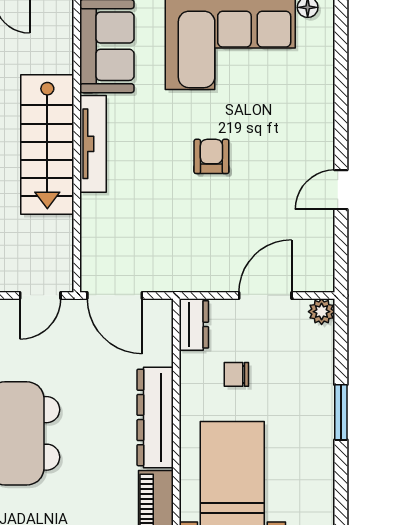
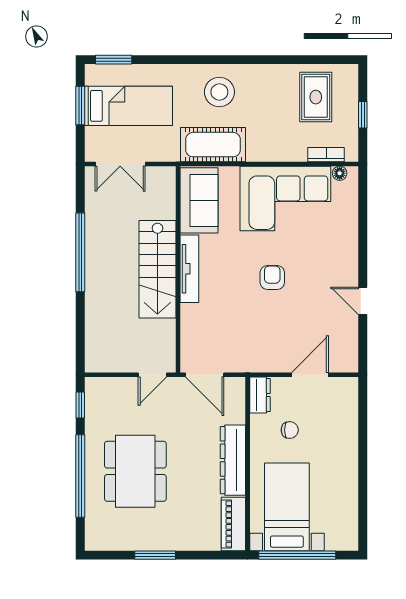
door: (341, 190) -> (363, 301), hinge flipped
plant: (322, 312) -> (349, 386), removed
chair: (236, 374) -> (290, 430), turned 180
window: (341, 412) -> (363, 456), removed

